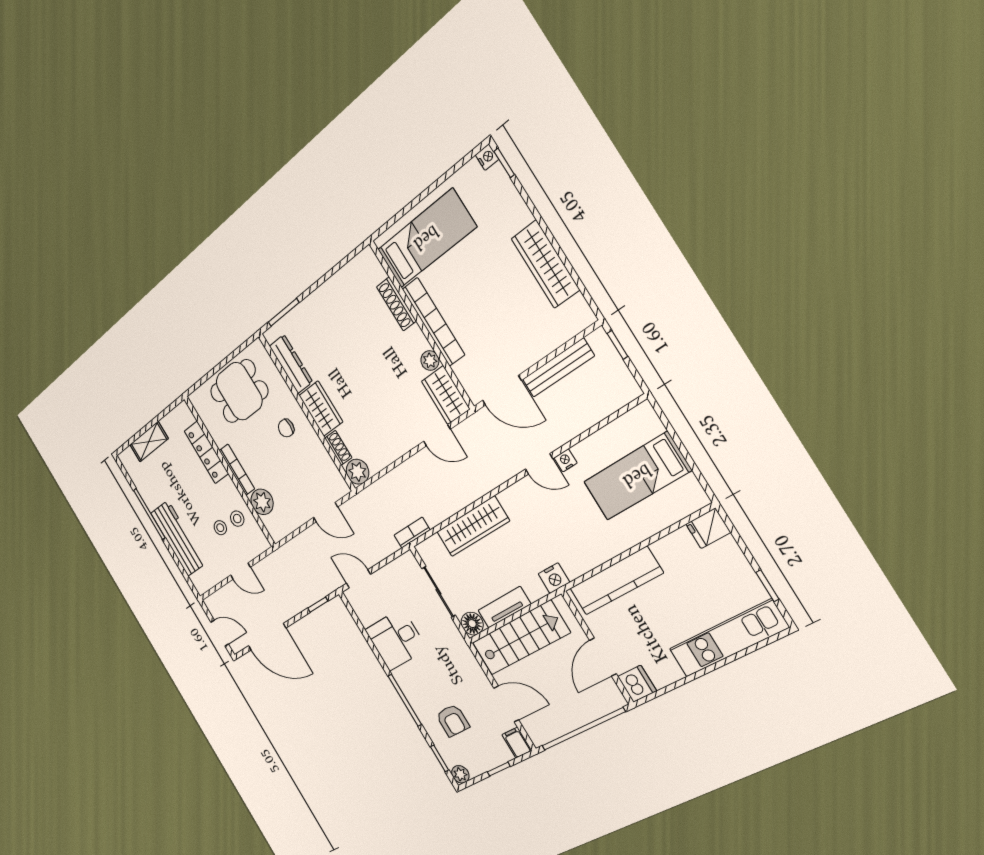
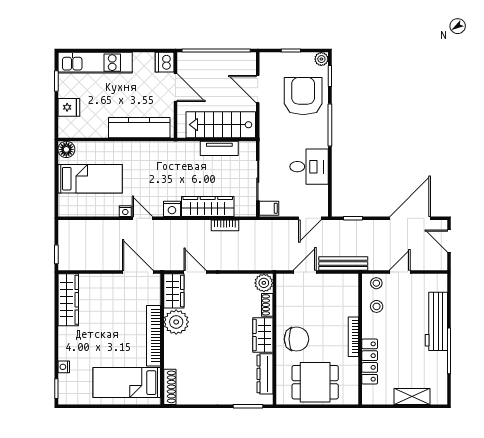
nightstand: (487, 157) -> (64, 367), moved
wardrobe: (545, 264) -> (68, 300), moved
shoe rack: (396, 304) -> (170, 387), moved
plant: (430, 360) -> (176, 322), width x1.88, depth x1.88
bench: (558, 368) -> (343, 263), moved
chair: (286, 428) -> (296, 339), width x1.87, depth x1.87
plant: (262, 502) -> (349, 306), removed
door: (326, 512) -> (305, 272), hinge flipped
stool: (220, 528) -> (376, 283), moved
fridge: (708, 528) -> (69, 107), moved
bookcase: (412, 533) -> (225, 225), moved
door: (240, 571) -> (400, 272), hinge flipped
nightstand: (554, 578) -> (172, 209), moved, turned 180
door: (359, 579) -> (310, 218), hinge flipped
floor lamp: (472, 624) -> (66, 149), moved
door: (267, 637) -> (410, 218), hinge flipped
door: (603, 657) -> (176, 88), hinge flipped
armchair: (453, 720) -> (303, 96), width x1.88, depth x1.88
filing cabinet: (517, 743) -> (269, 208), moved, turned -90

